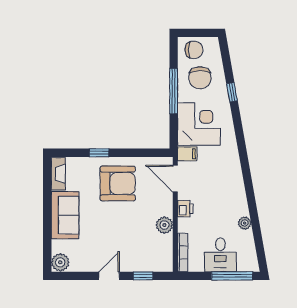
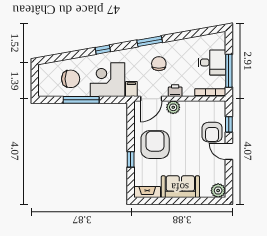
chair: (194, 50) -> (159, 64), moved
window: (232, 92) -> (103, 50), moved
window: (247, 177) -> (150, 41), added
plant: (245, 223) -> (187, 43), removed
plant: (164, 225) -> (173, 107), moved
armchair: (133, 255) -> (212, 132), added
window: (232, 276) -> (229, 71), moved

